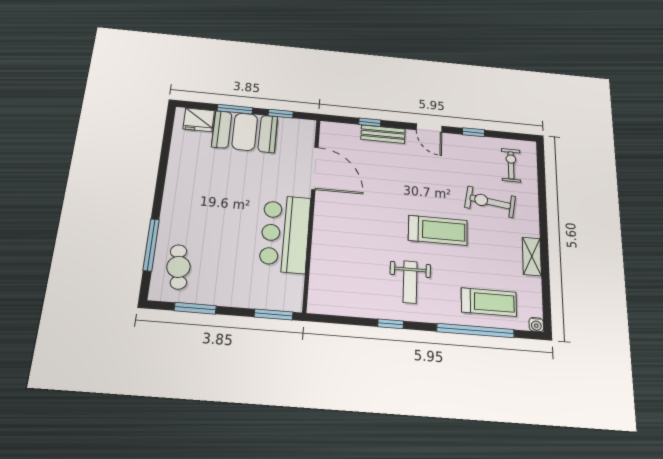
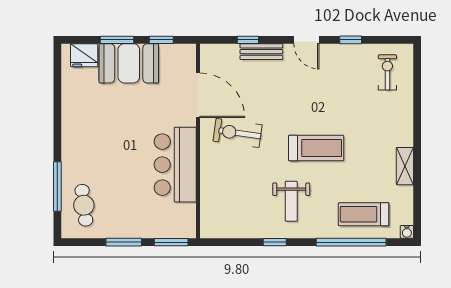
exercise bike: (490, 202) -> (238, 133), moved
treadmill: (489, 302) -> (364, 214), turned 180
window: (195, 308) -> (124, 242), moved

